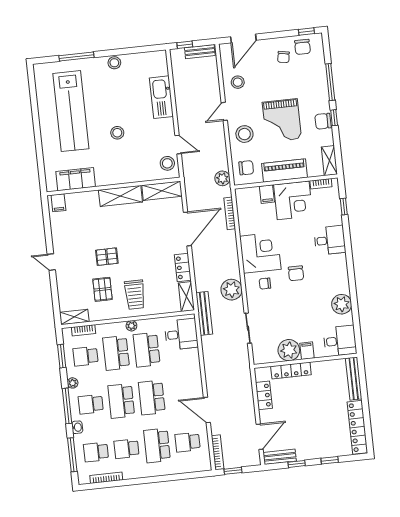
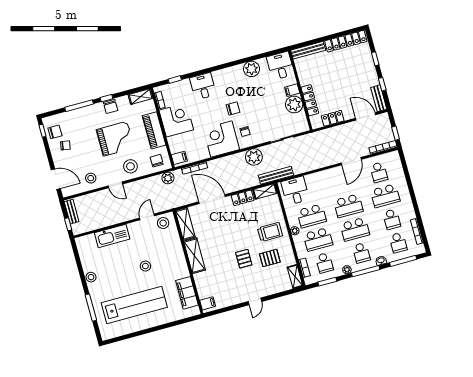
filing cabinet: (267, 194) -> (179, 158), moved

